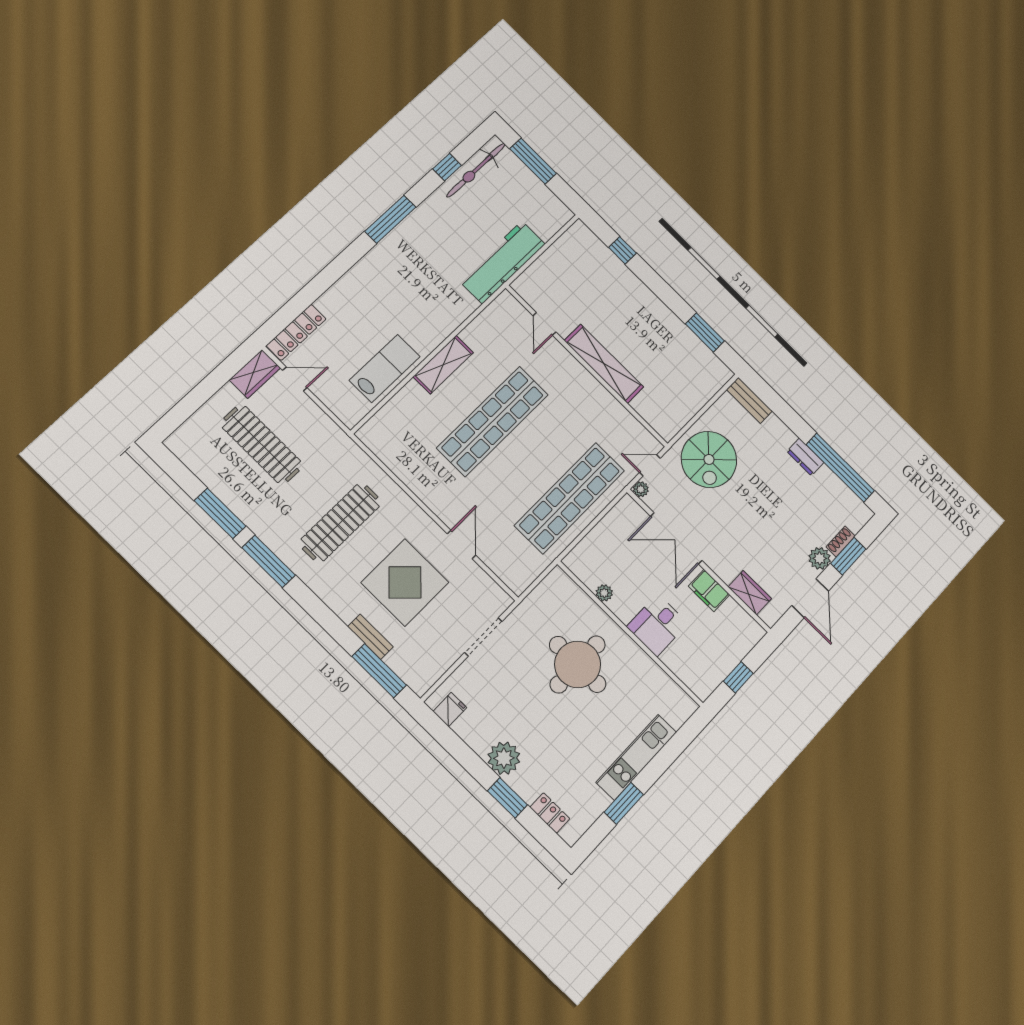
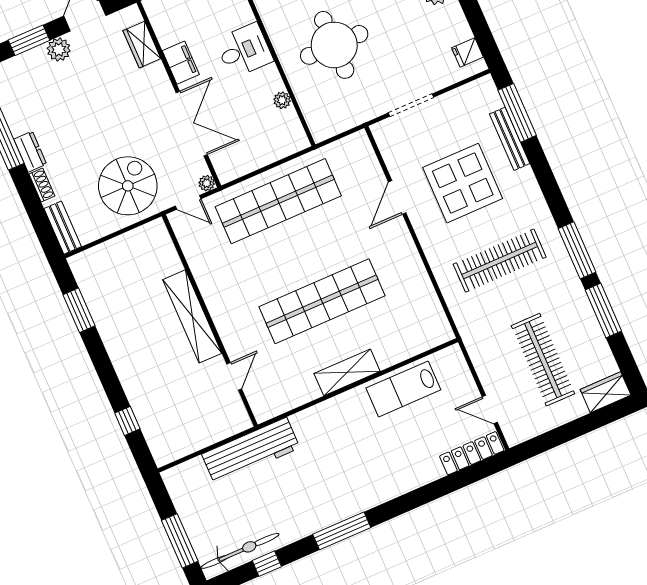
wardrobe: (255, 374) -> (606, 392), moved
shoe rack: (841, 542) -> (42, 185), moved, turned -90
bench: (370, 637) -> (510, 139), width x1.36

